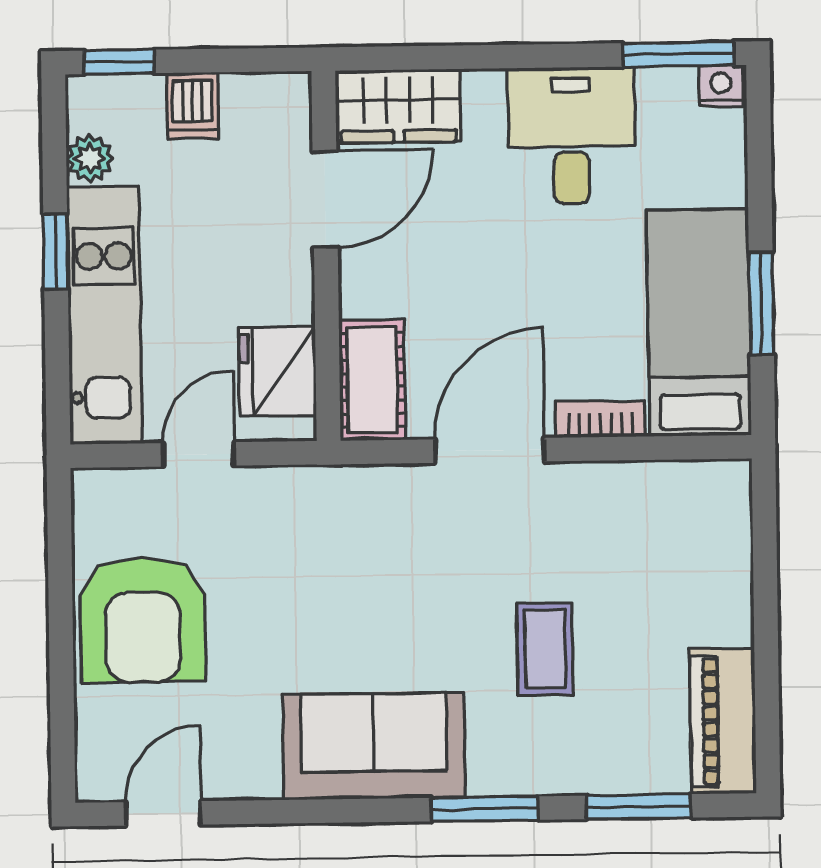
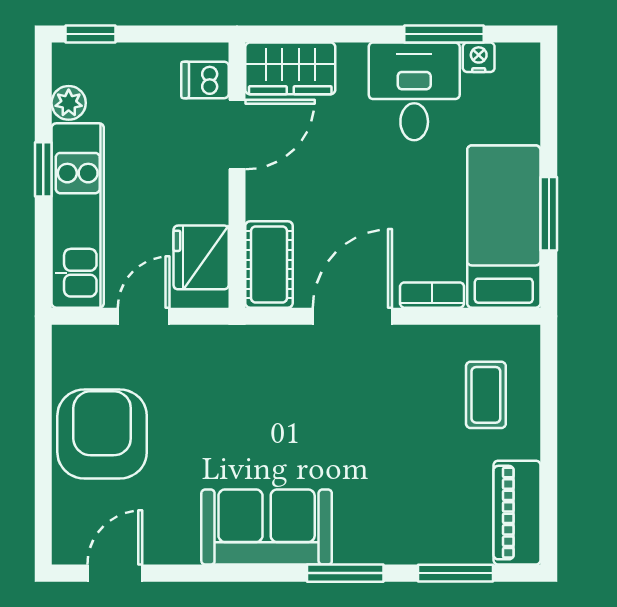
window: (678, 54) -> (444, 34), moved
nightstand: (721, 86) -> (479, 57), moved
dishwasher: (193, 106) -> (205, 80), moved, turned 90
armchair: (143, 620) -> (102, 434), turned 180
coffee table: (545, 649) -> (486, 395), moved

